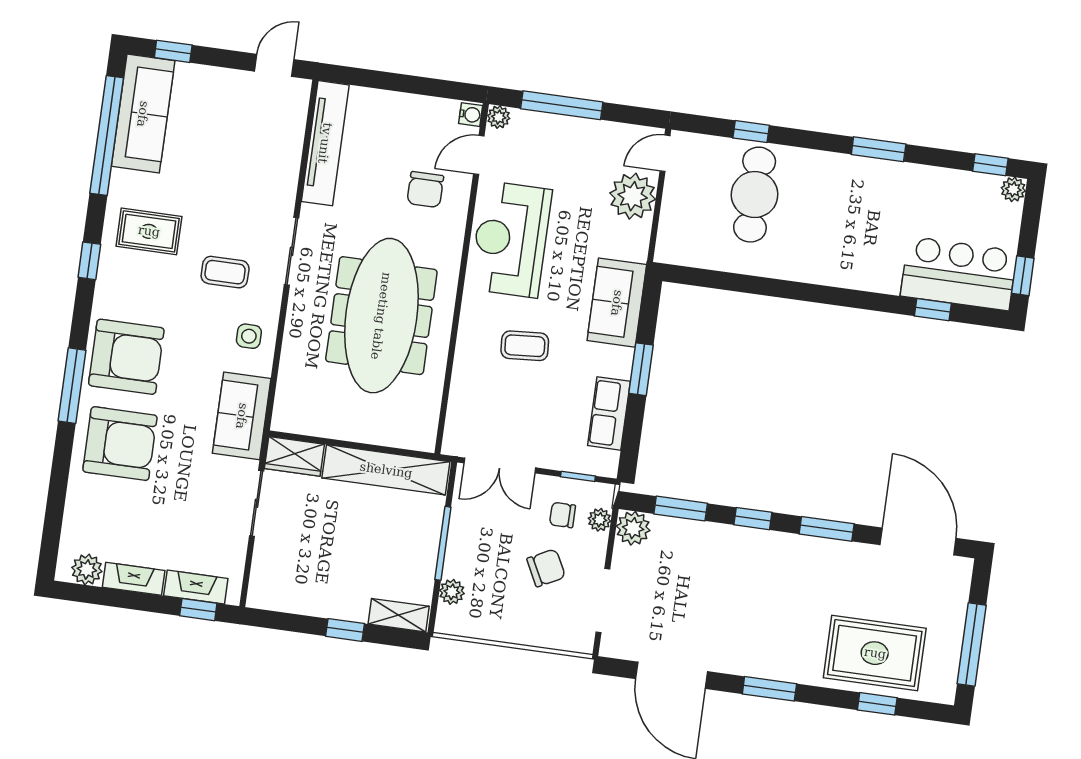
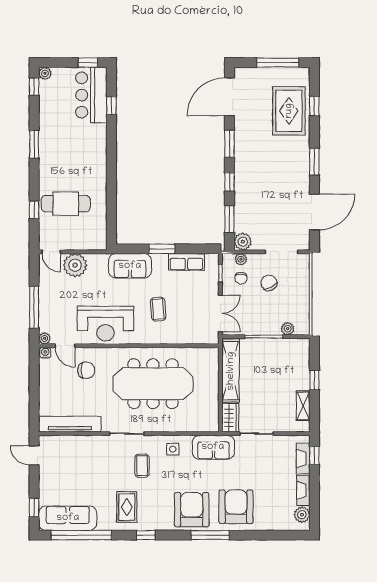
shelving: (399, 615) -> (303, 406), moved

